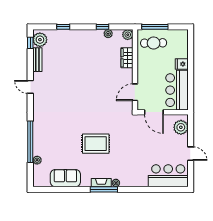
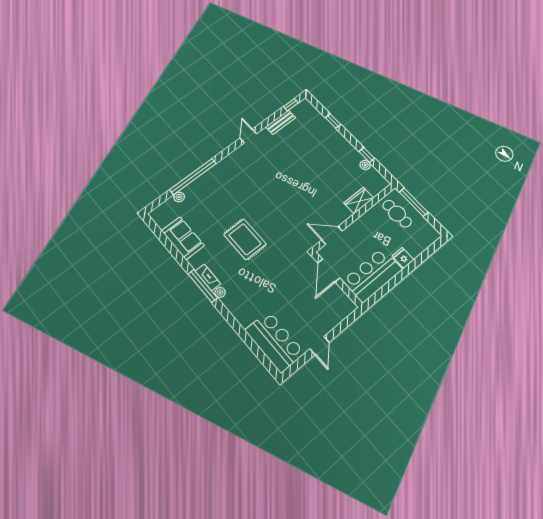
plant: (128, 35) -> (382, 183), removed
plant: (40, 40) -> (302, 111), removed
plant: (181, 127) -> (338, 311), removed

